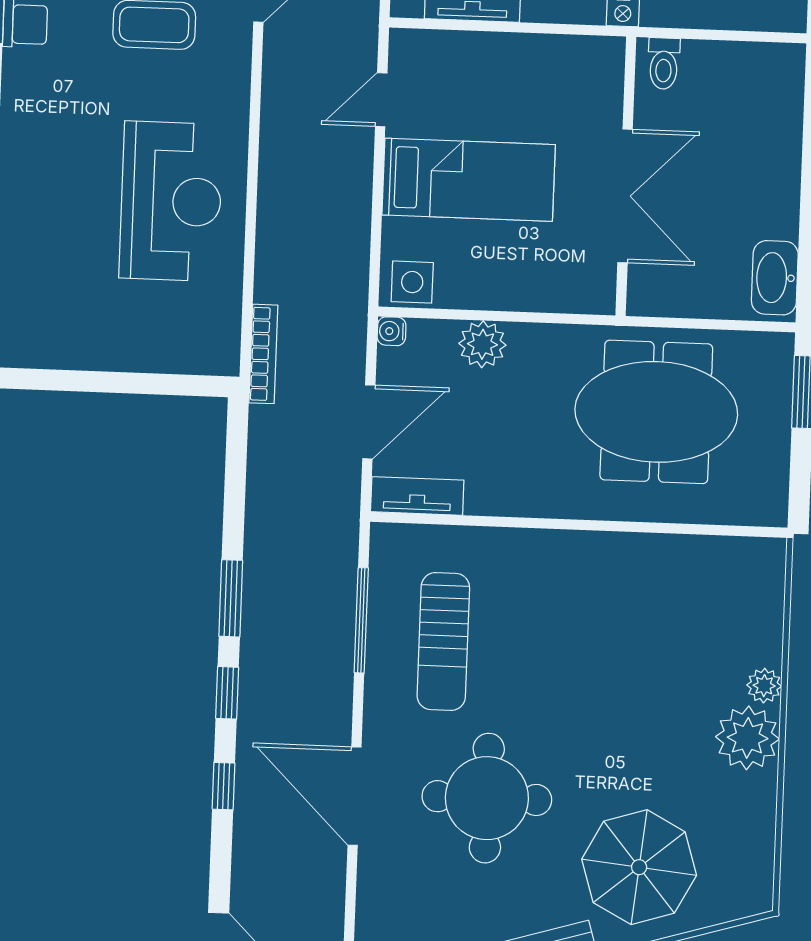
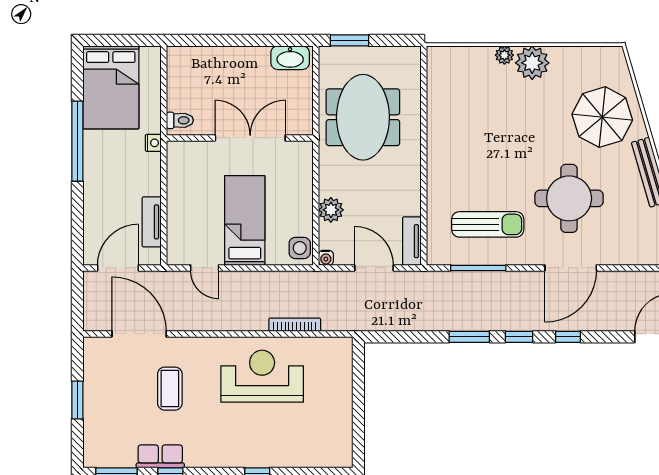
bookcase: (263, 354) -> (295, 325), moved

